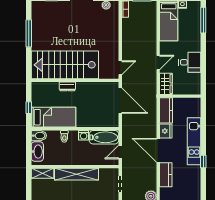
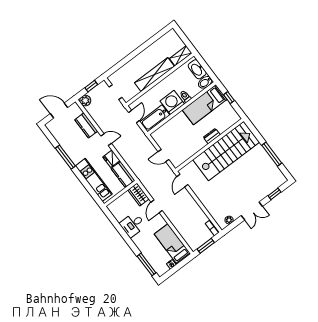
door: (120, 101) -> (164, 156), width x0.53
washing machine: (84, 135) -> (172, 102), width x1.89, depth x1.89
kitchen unit: (194, 141) -> (94, 180), moved
door: (158, 150) -> (106, 140), width x0.53
window: (203, 161) -> (65, 157), width x2.17

